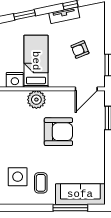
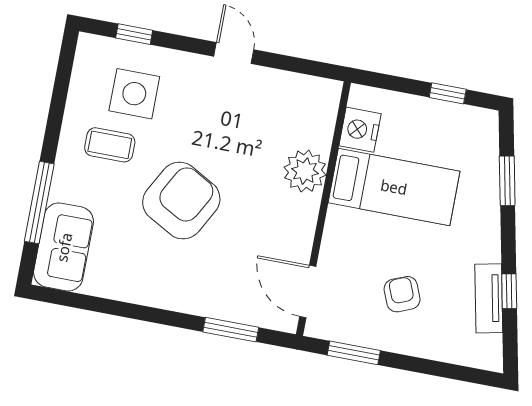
tv unit: (64, 15) -> (489, 298), moved
armchair: (58, 132) -> (181, 201), moved, turned -151
sofa: (80, 194) -> (64, 247), width x0.73

